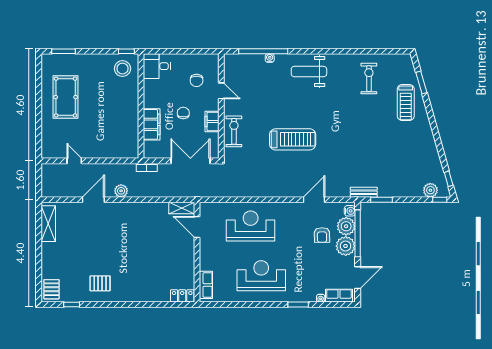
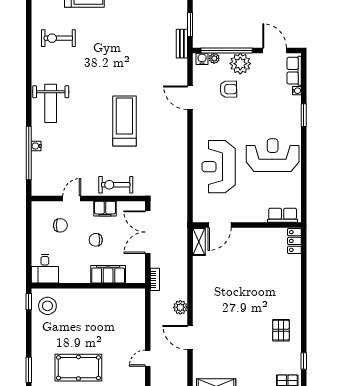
plant: (346, 226) -> (214, 58), width x0.53, depth x0.53
reception desk: (261, 276) -> (273, 155), turned 90

